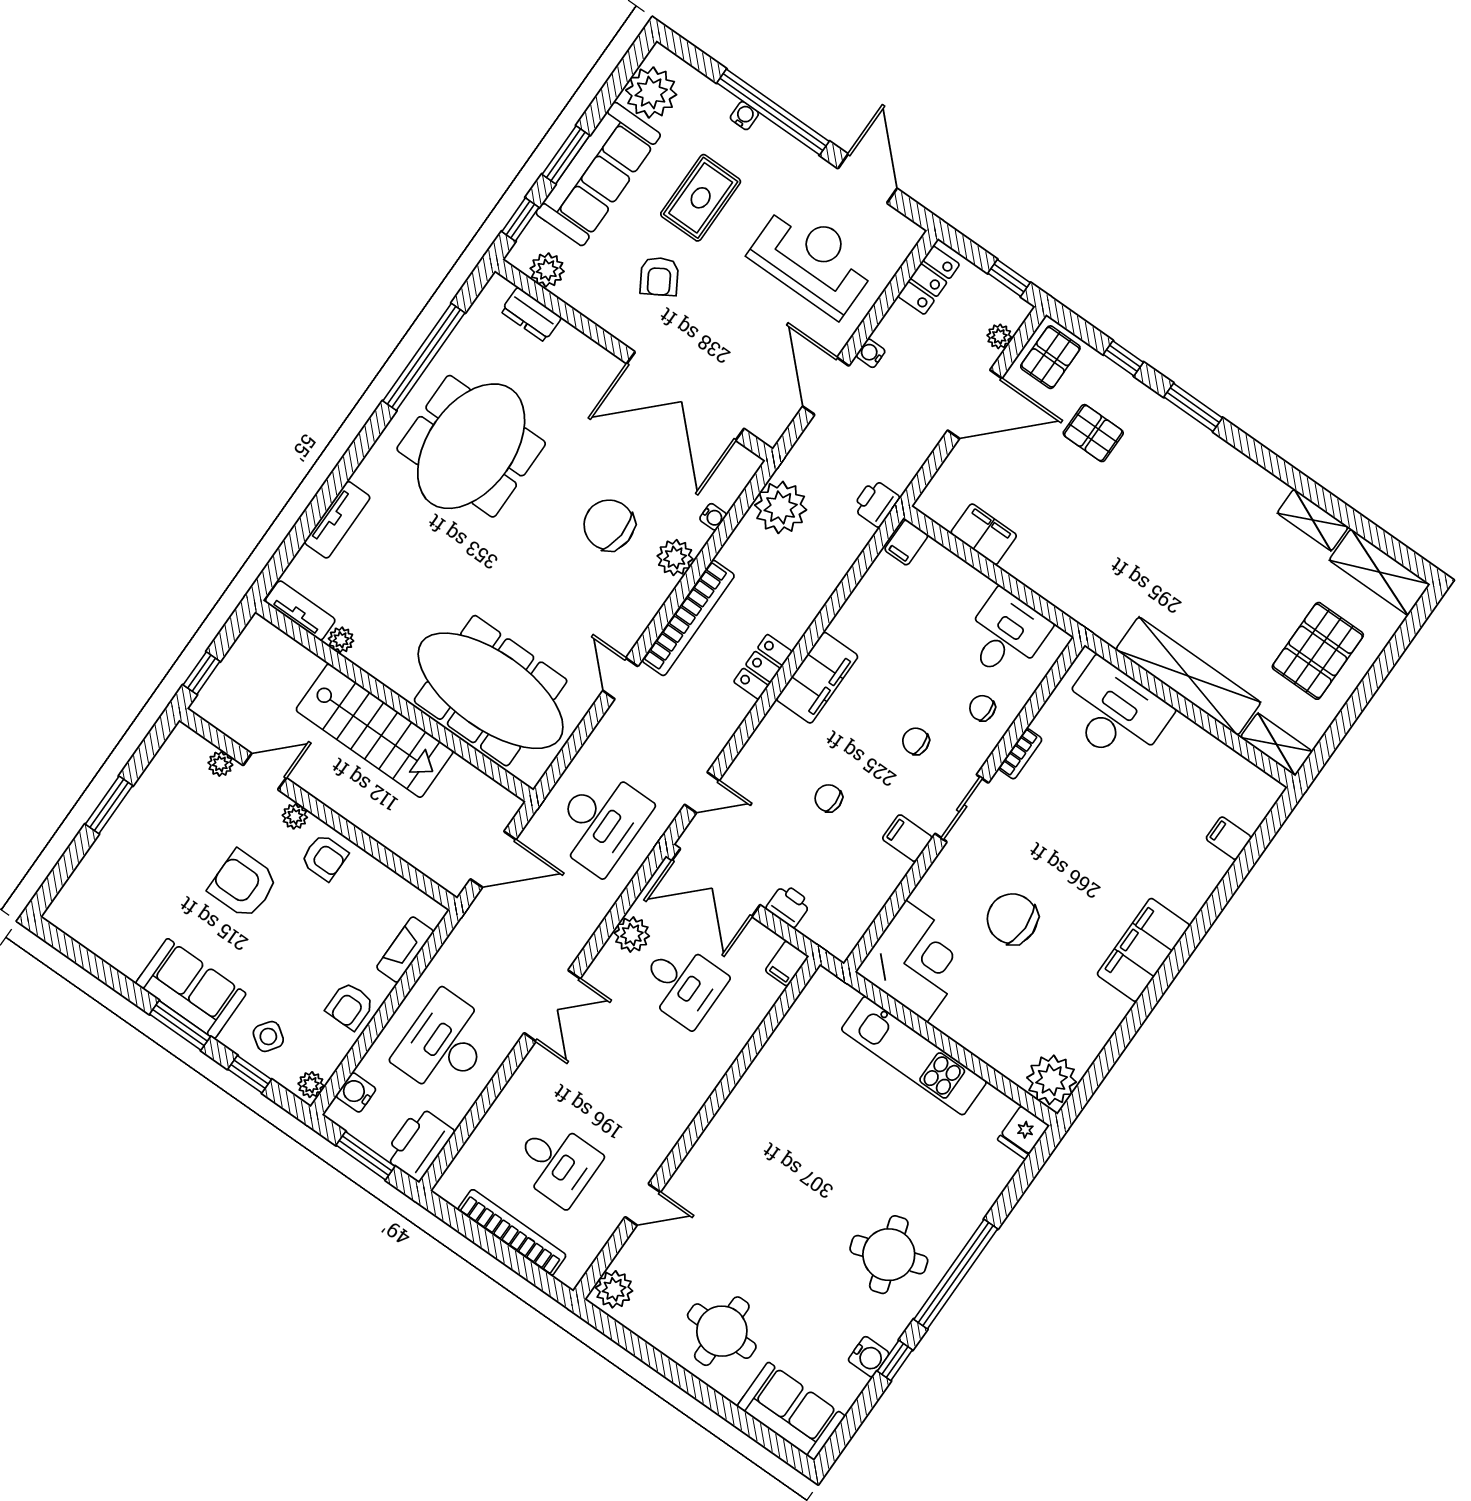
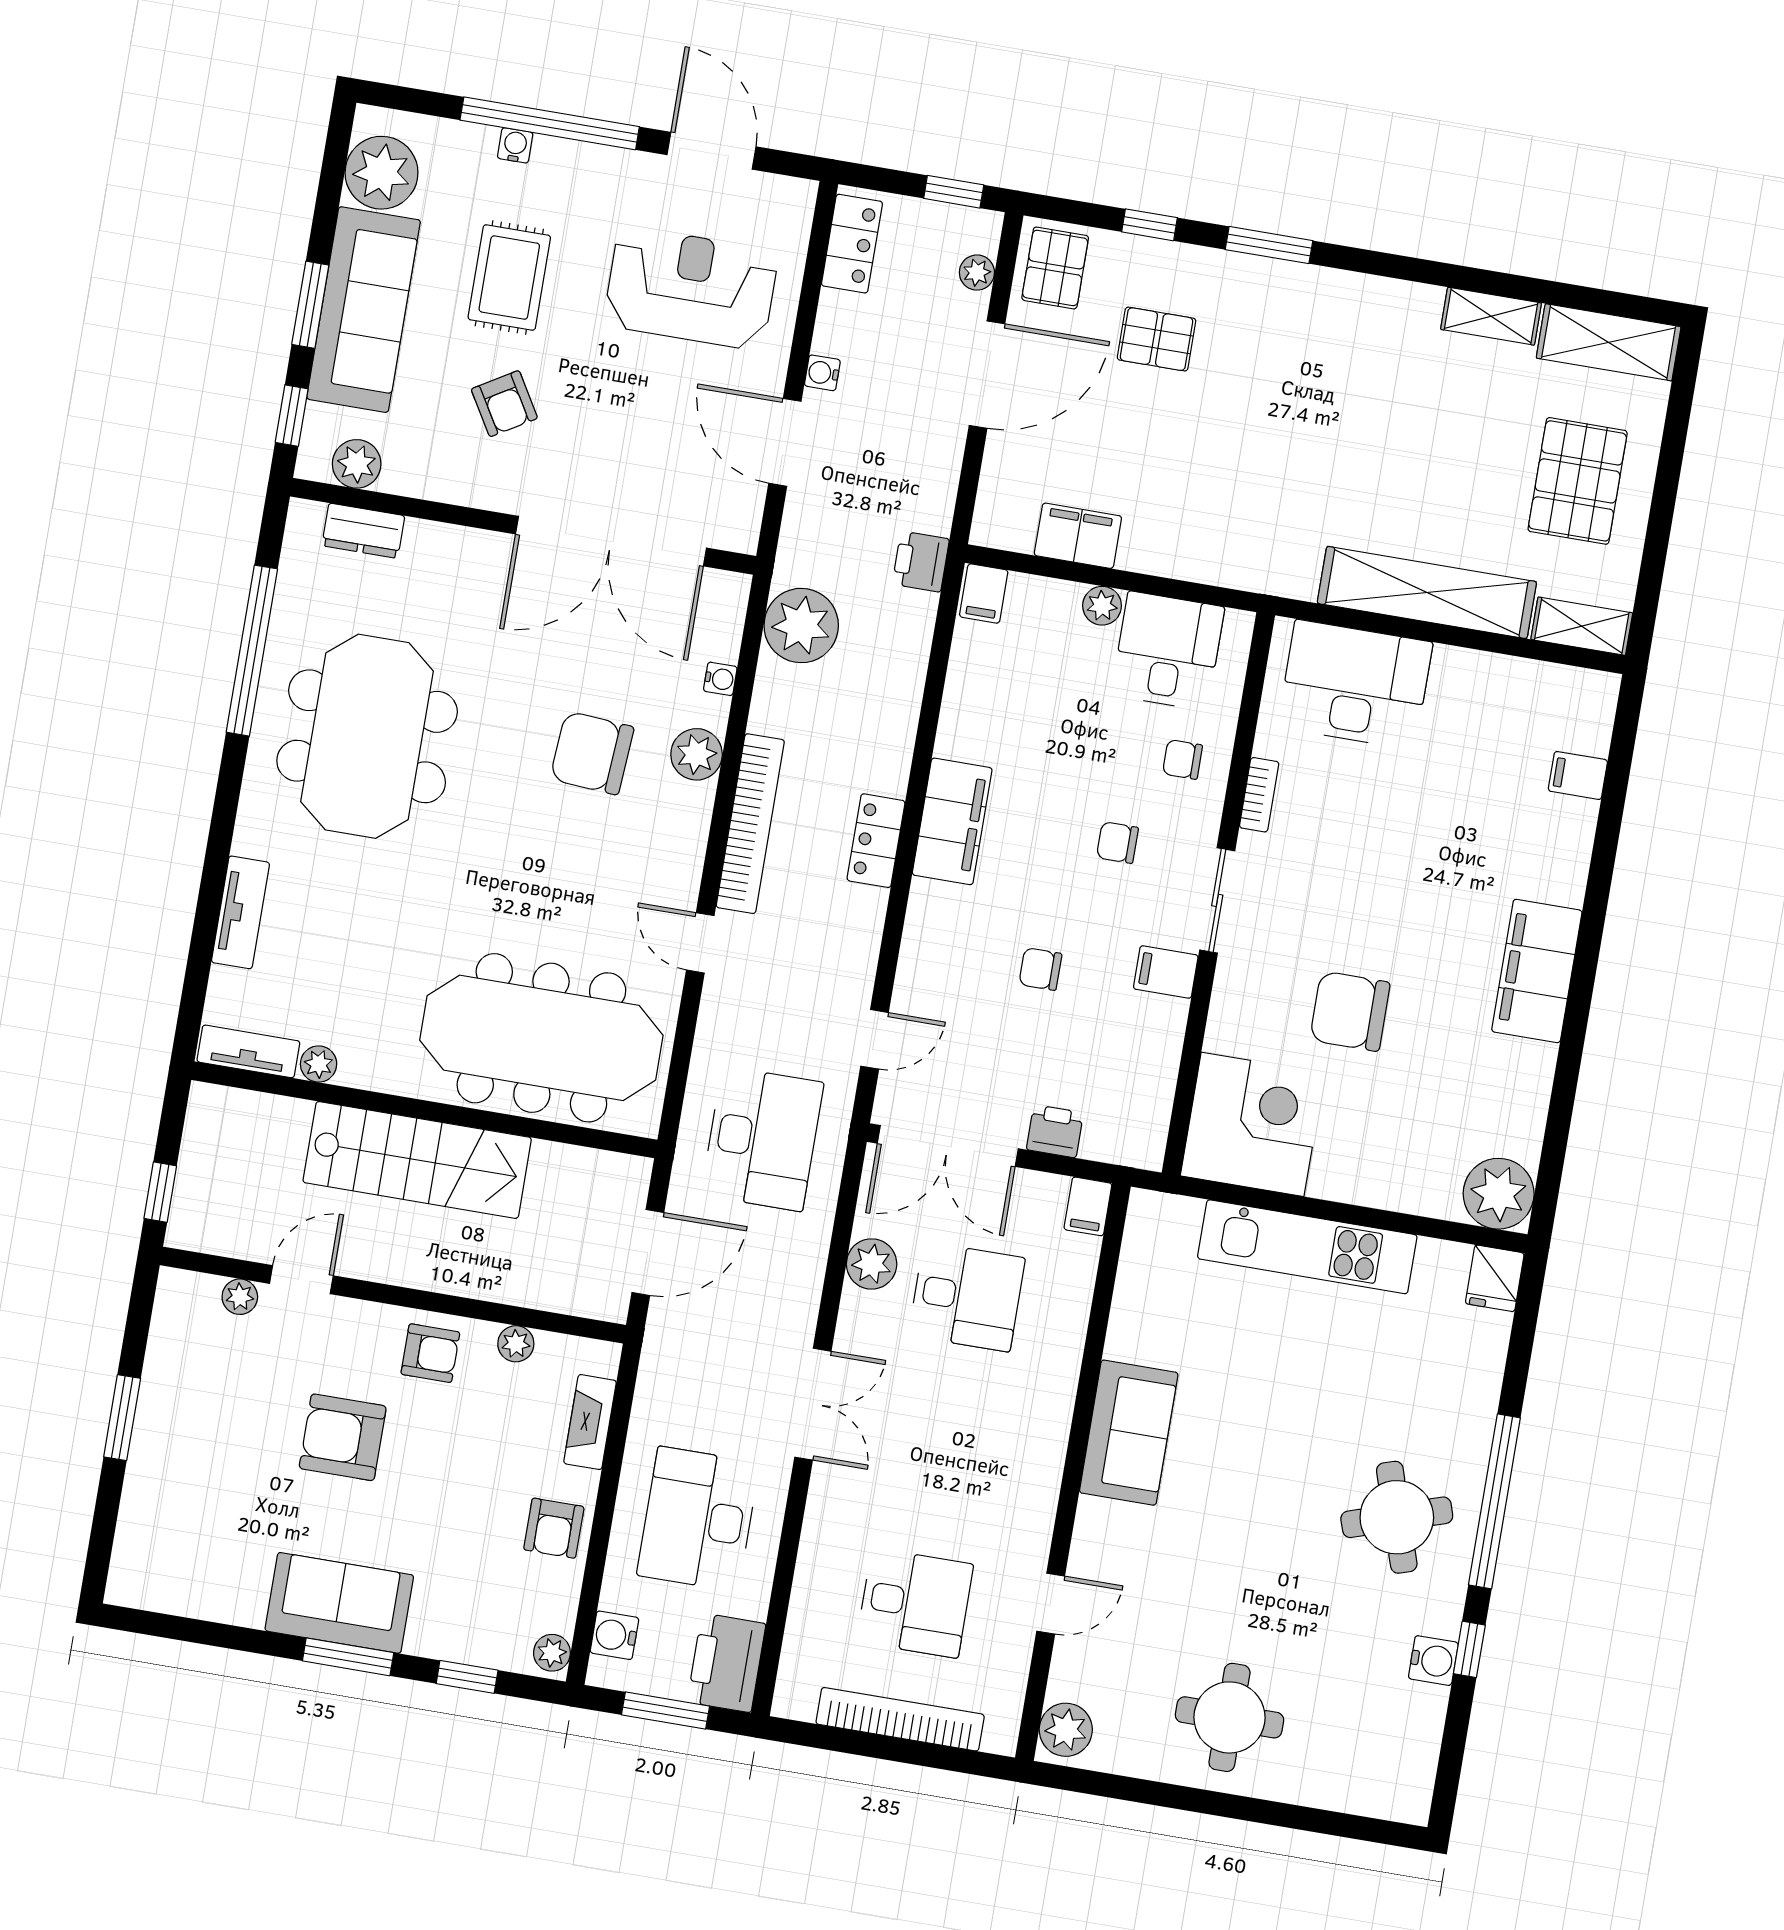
plant: (978, 586) -> (1102, 606), added
plant: (295, 816) -> (516, 1344), moved
side table: (268, 1036) -> (468, 1617), removed
sofa: (791, 1411) -> (1129, 1433), moved, turned 90

